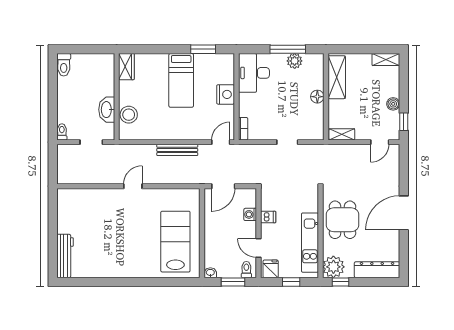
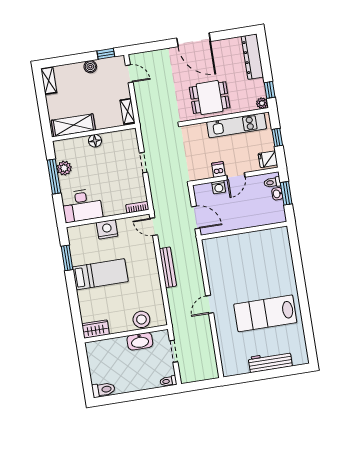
door: (133, 186) -> (210, 304), hinge flipped
lab bench: (175, 242) -> (265, 313), moved
door: (258, 248) -> (236, 176), moved
workbench: (65, 256) -> (270, 362), moved
plant: (333, 267) -> (262, 103), width x0.53, depth x0.53
washbasin: (210, 273) -> (277, 194), moved

